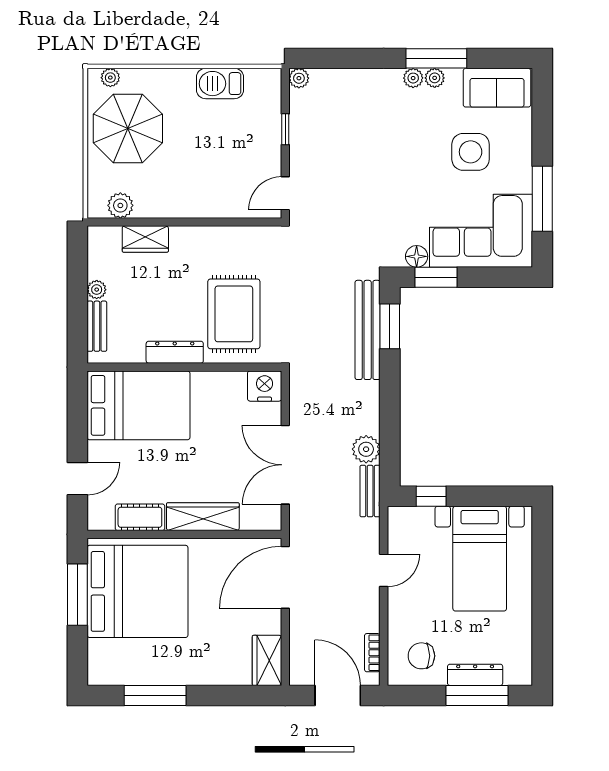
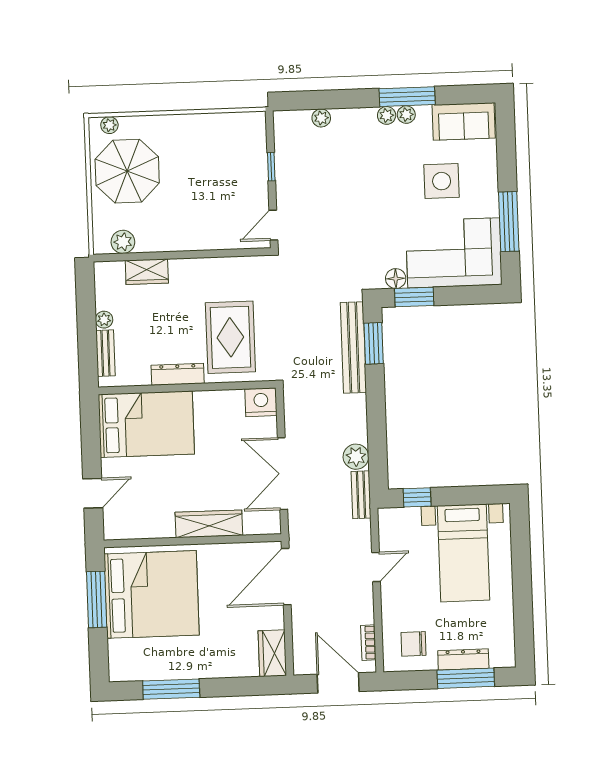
plant: (299, 78) -> (321, 118), moved
barbecue: (220, 84) -> (210, 127), removed
cot: (140, 517) -> (151, 526), removed

